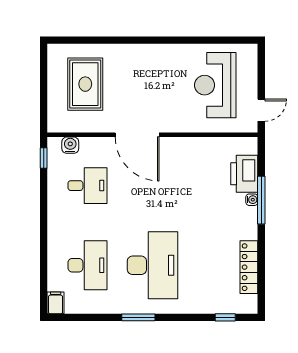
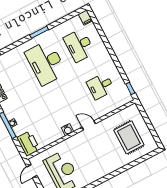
door: (137, 135) -> (89, 125), width x0.53
water cooler: (70, 145) -> (67, 130), moved
printer: (244, 174) -> (28, 144), moved

